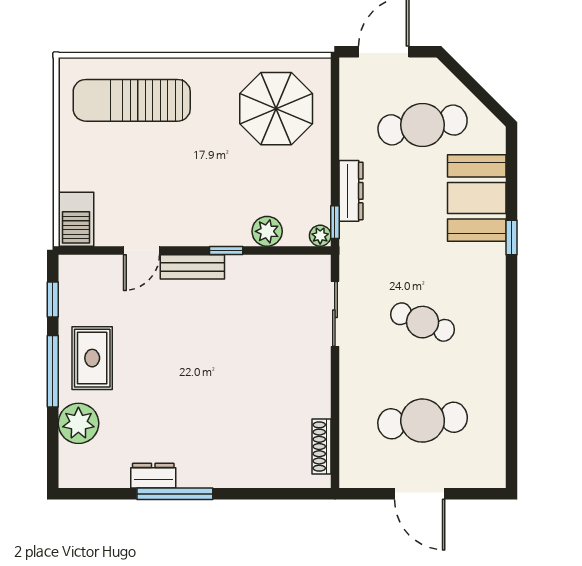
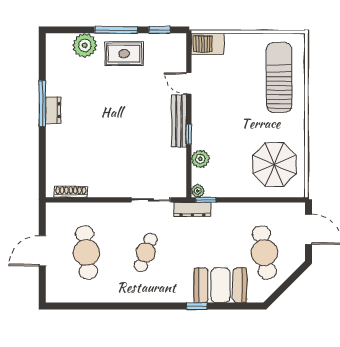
dresser: (351, 191) -> (192, 209), moved
bench: (192, 267) -> (179, 121), width x1.36
dresser: (153, 476) -> (53, 110), moved

